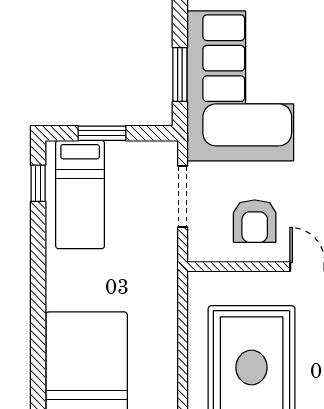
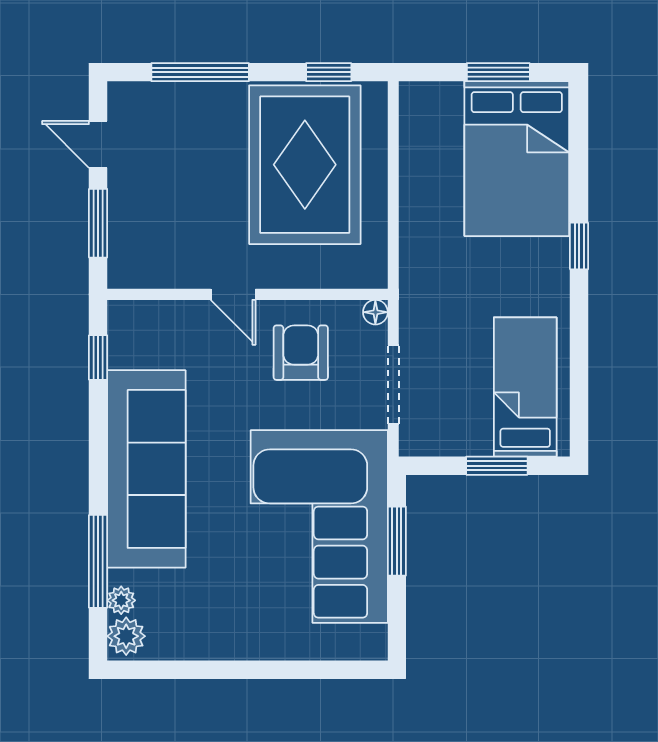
window: (38, 183) -> (579, 246), moved
floor lamp: (197, 253) -> (375, 312), added

